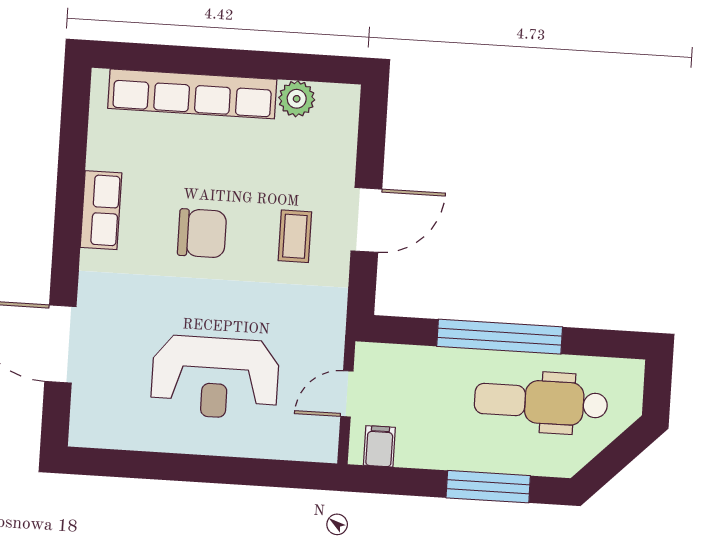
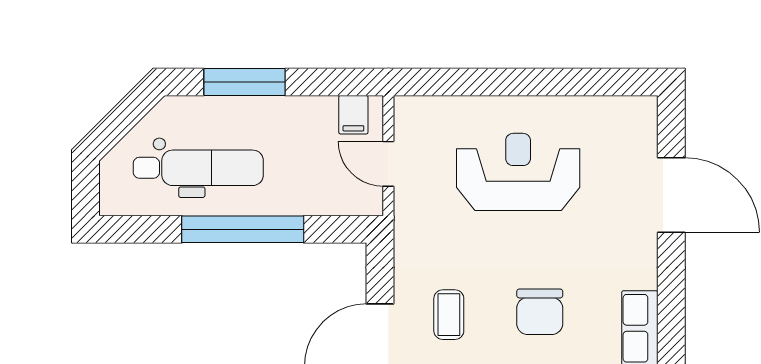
chair: (202, 233) -> (540, 312), turned -90
door: (347, 394) -> (388, 164), swing flipped

